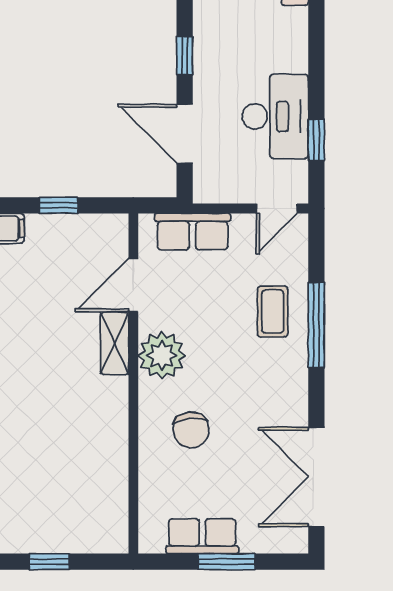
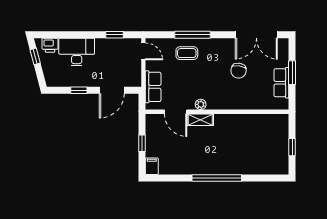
desk: (275, 116) -> (77, 52), moved
plant: (162, 356) -> (201, 104), width x0.53, depth x0.53
chair: (191, 430) -> (239, 71), moved, turned 104

